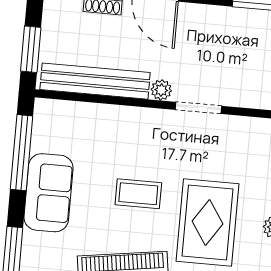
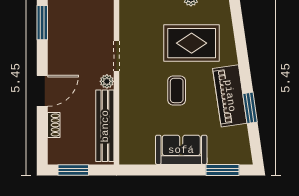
window: (31, 49) -> (73, 170), moved
window: (22, 153) -> (156, 170), removed

